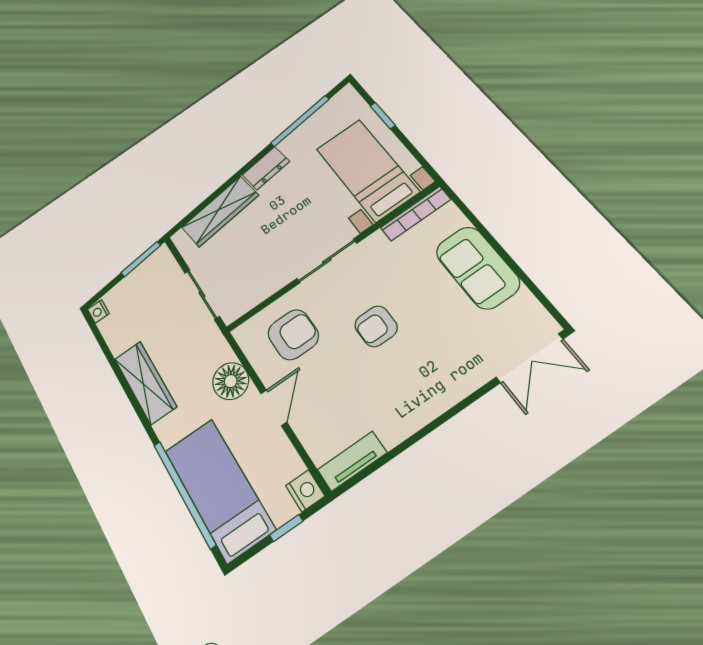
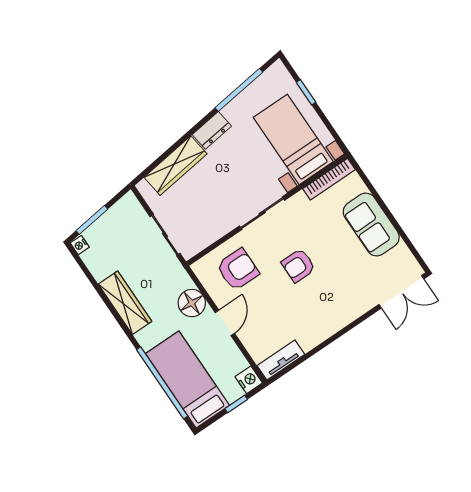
window: (141, 259) -> (92, 220), moved

